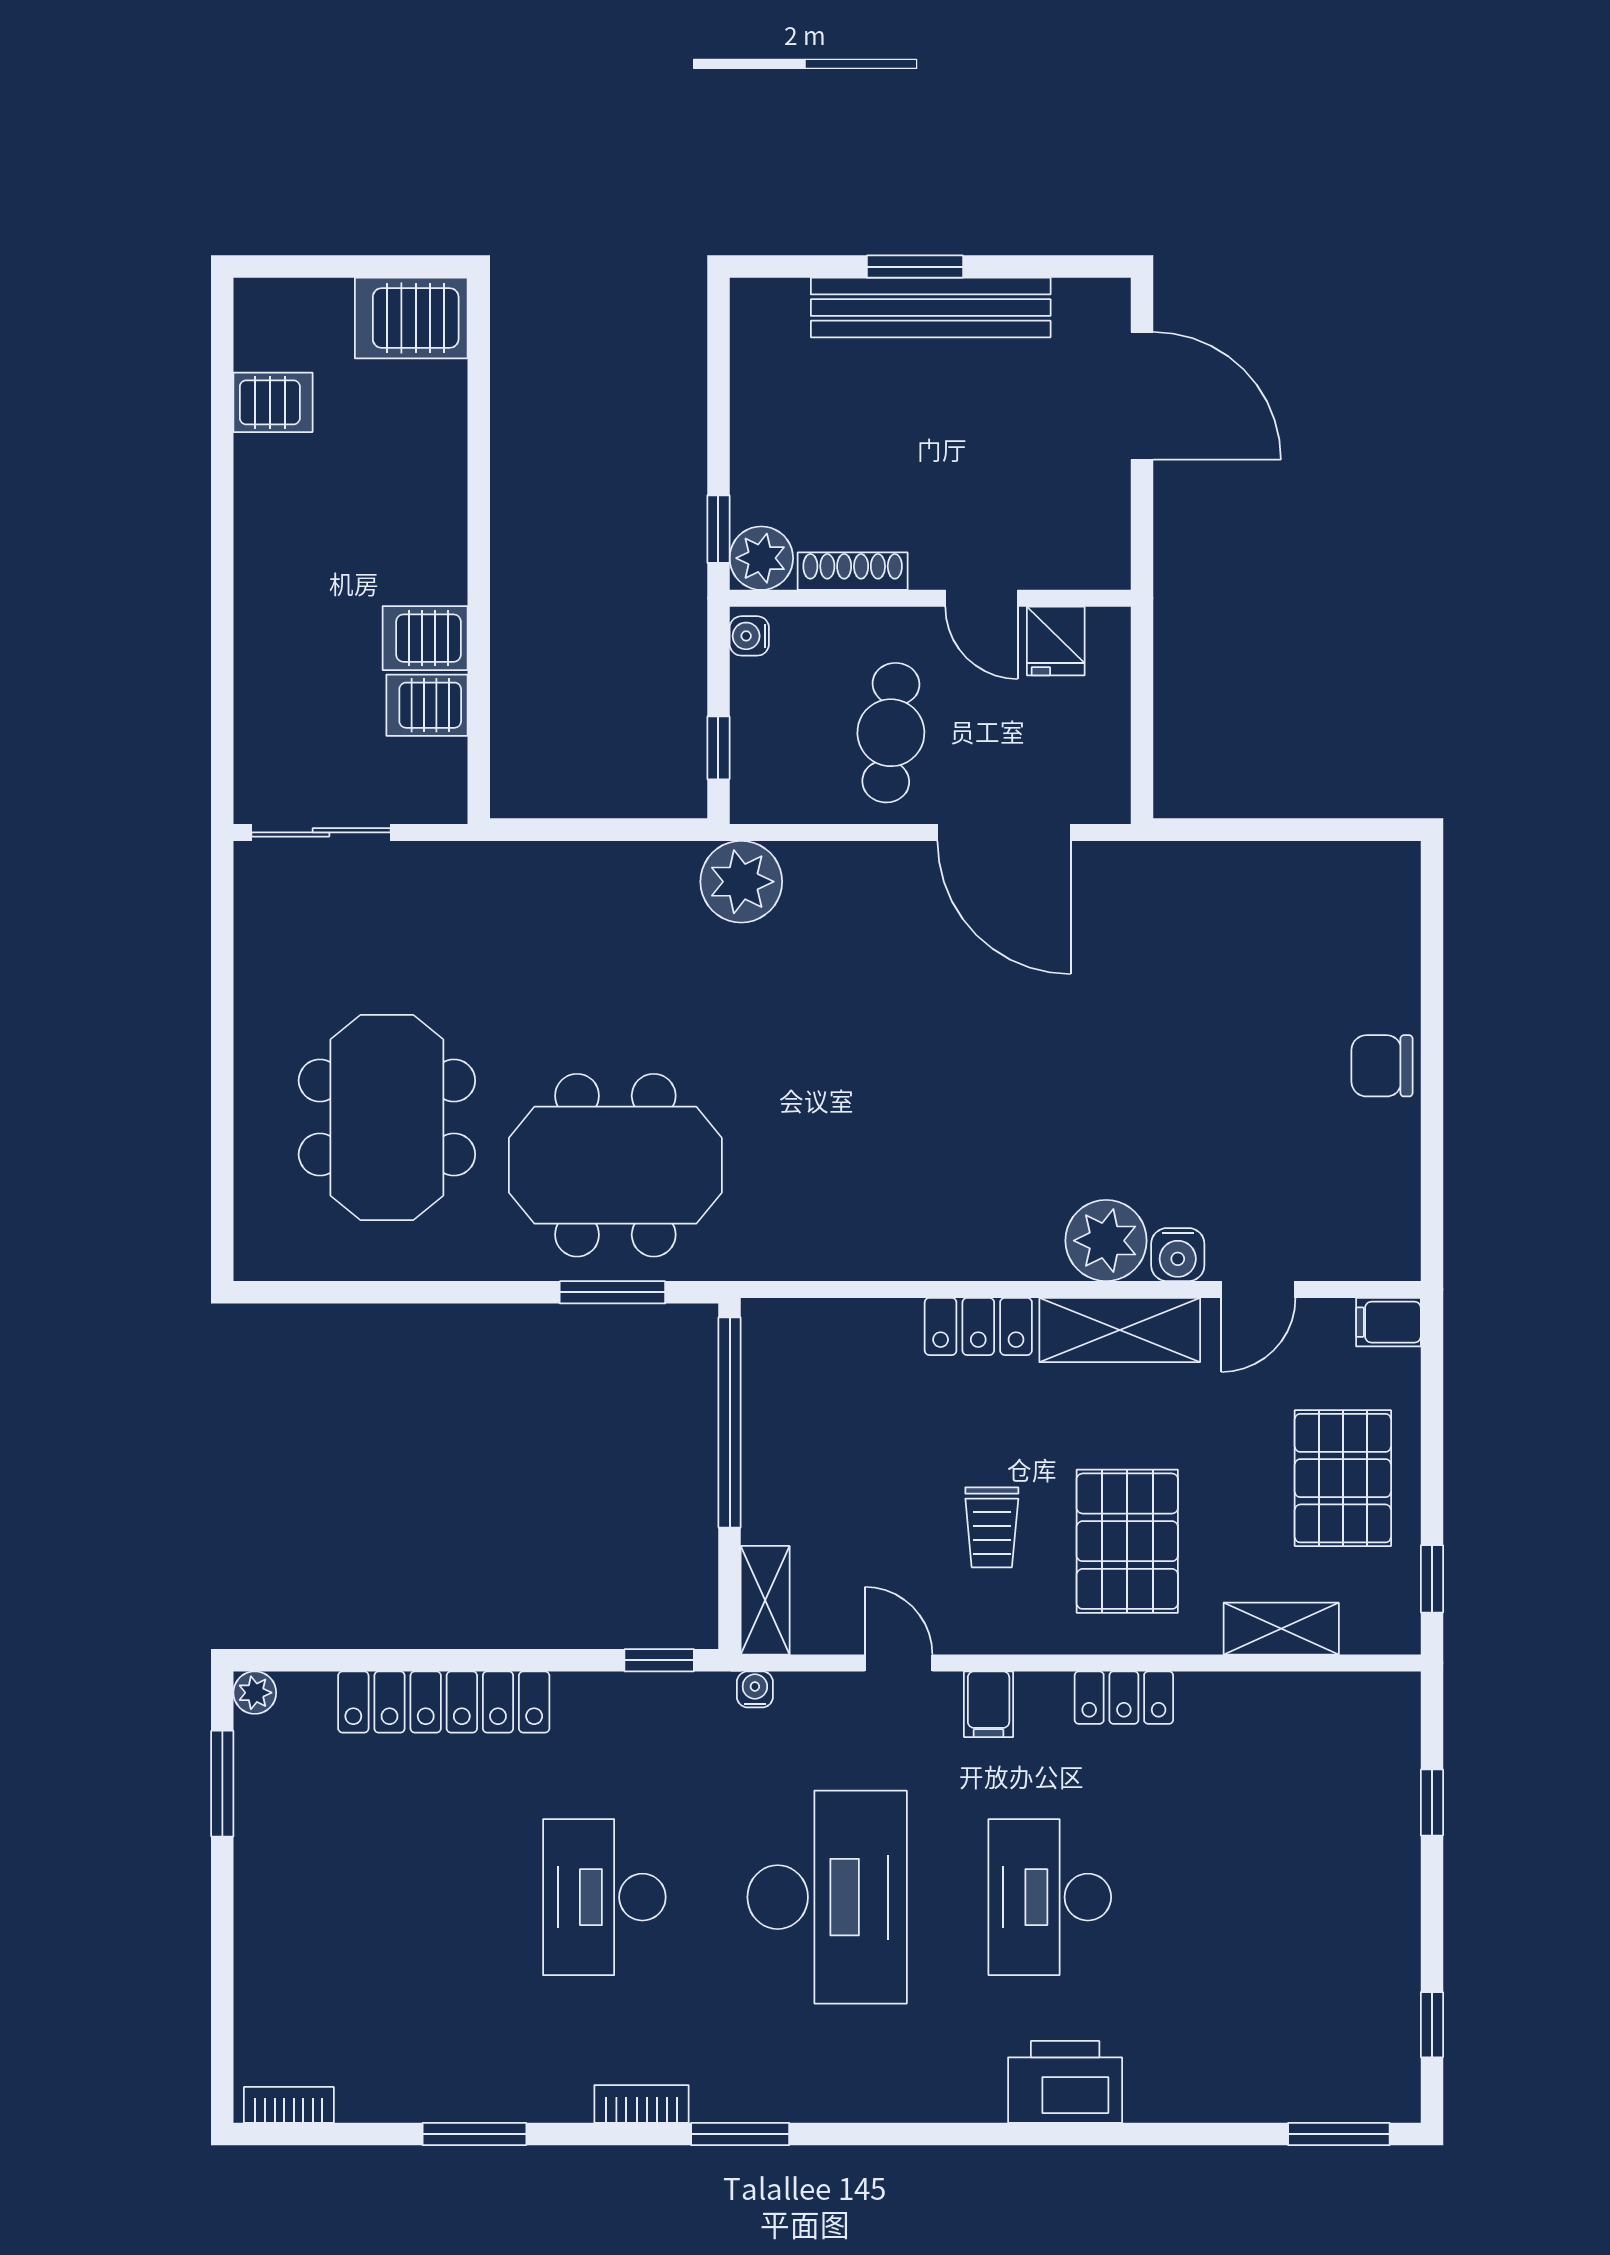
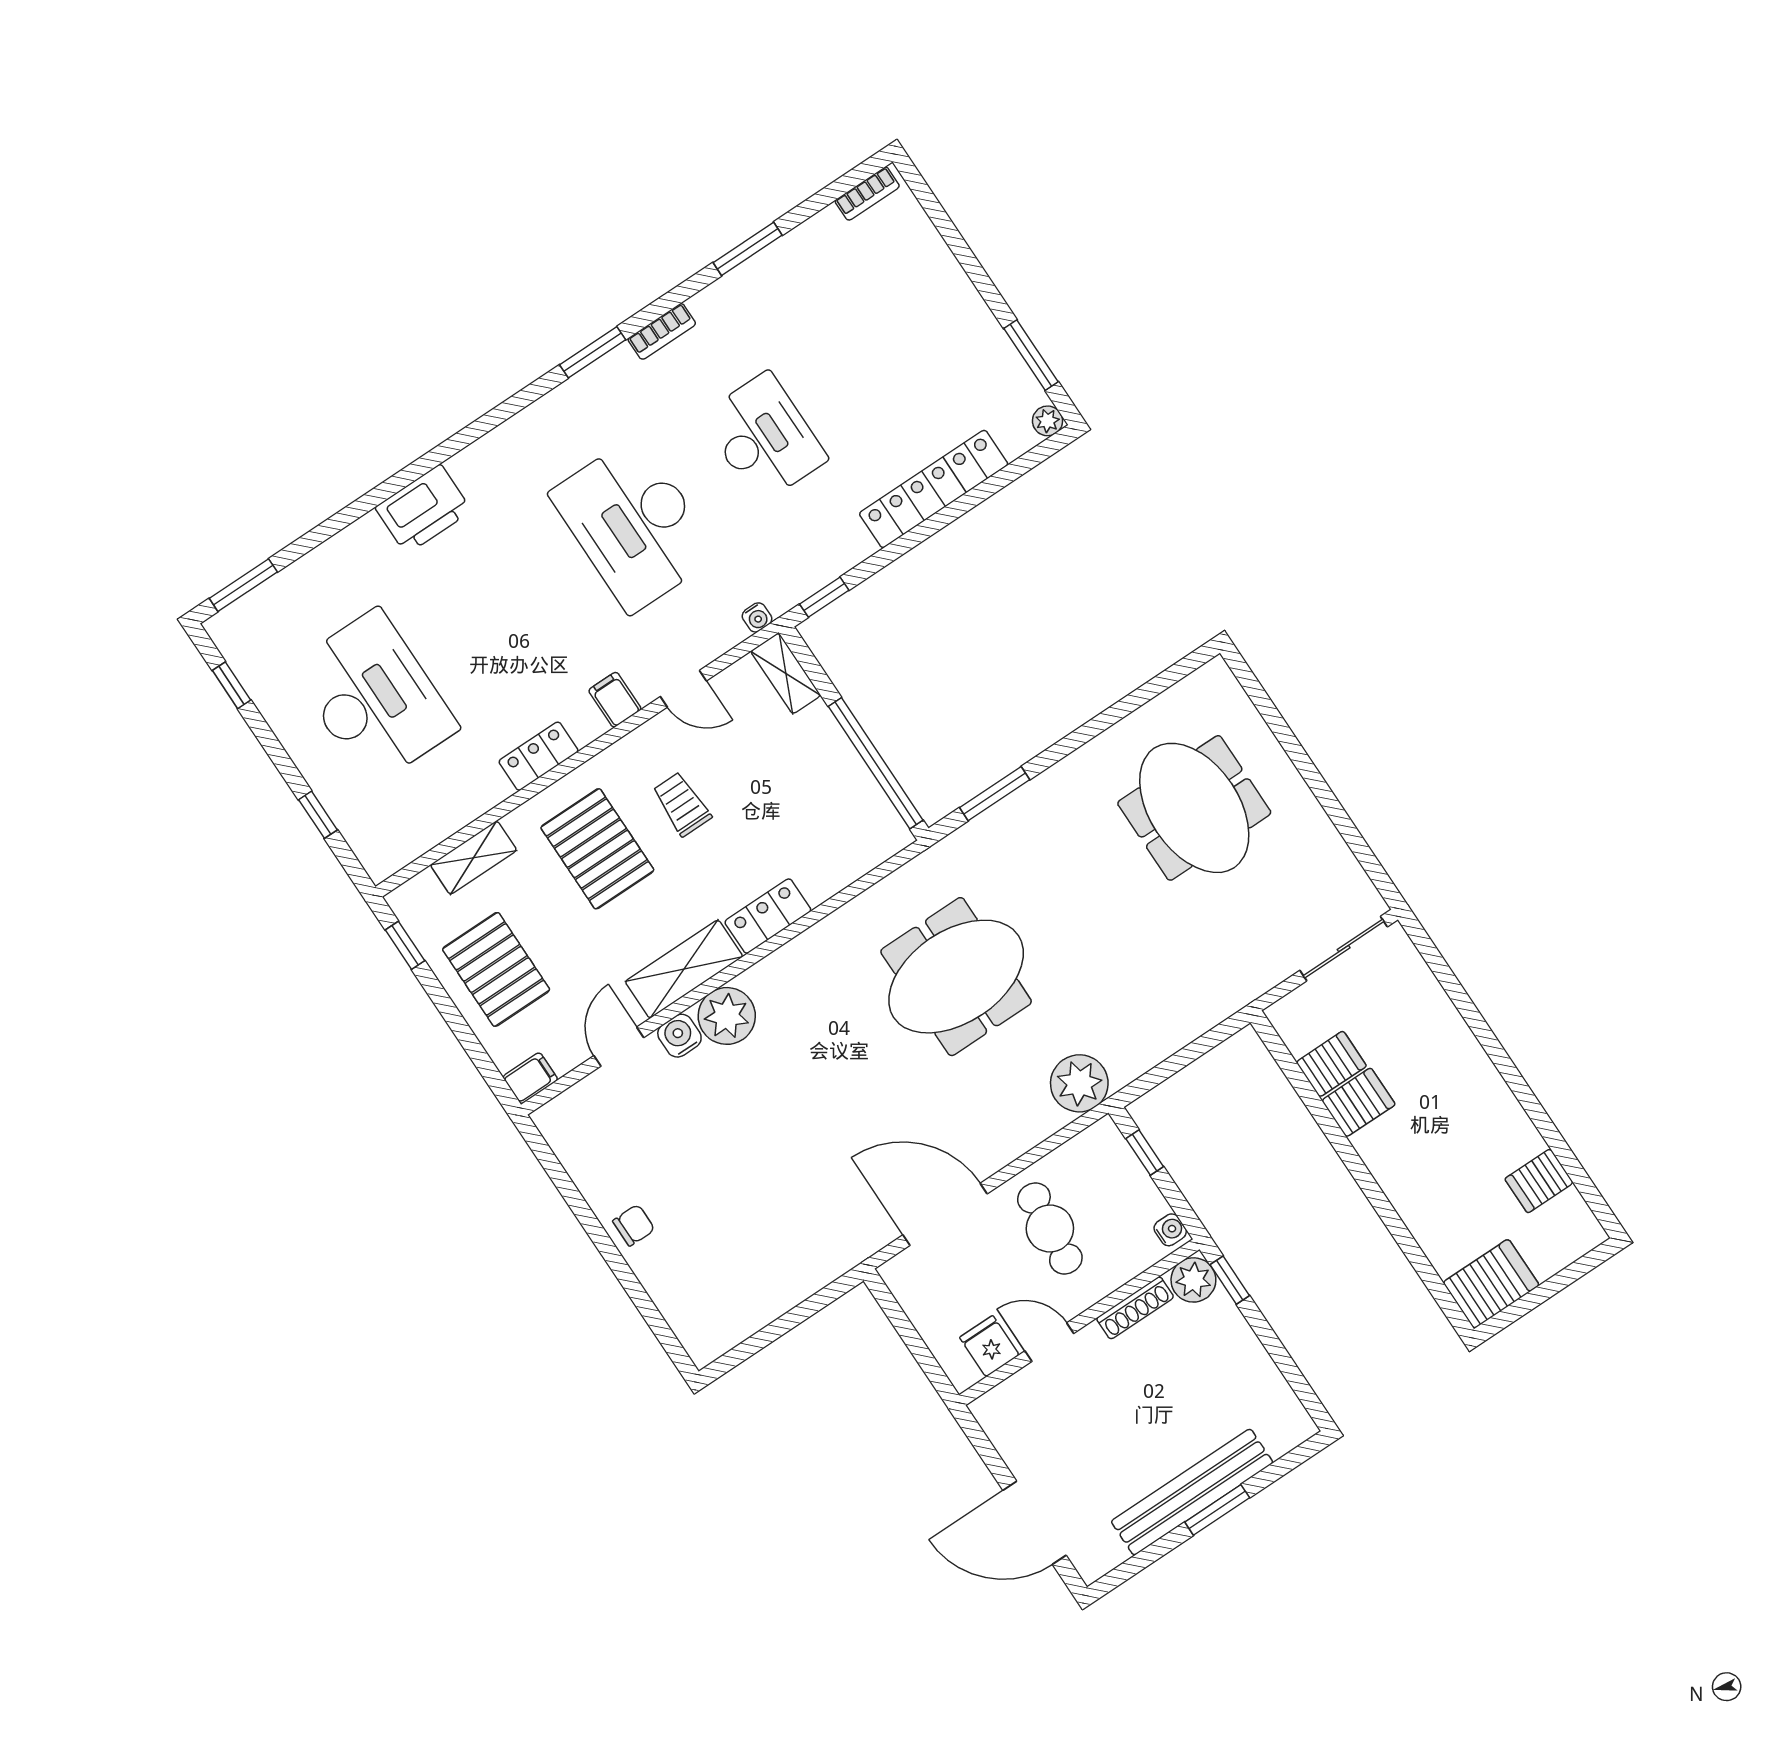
chair: (1382, 1066) -> (634, 1225), width x0.73, depth x0.73
meeting table: (615, 1165) -> (956, 977), moved
desk: (1050, 1897) -> (374, 698), moved, width x1.36, depth x1.30

